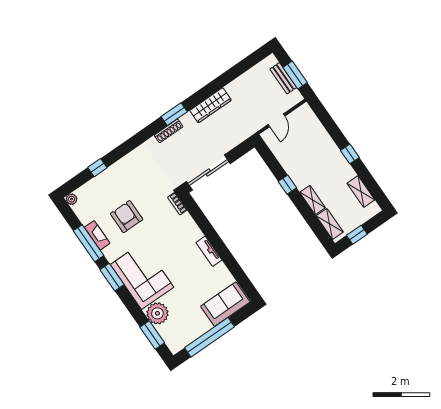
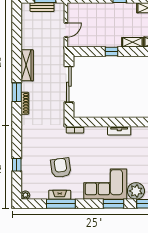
door: (276, 120) -> (66, 30), hinge flipped
sliding door: (208, 173) -> (69, 84), moved
armchair: (127, 217) -> (61, 168), turned 82
window: (112, 277) -> (113, 204), moved

